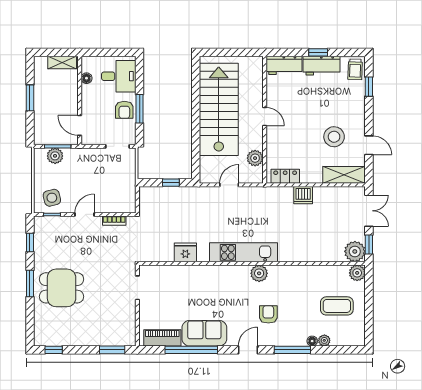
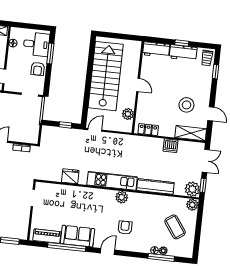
window: (140, 109) -> (50, 54), moved
door: (229, 185) -> (95, 130), moved
dishwasher: (303, 195) -> (170, 146), moved
kitchen counter: (304, 253) -> (155, 187), added
coffee table: (337, 306) -> (175, 227), turned 55
window: (292, 350) -> (161, 257), moved

